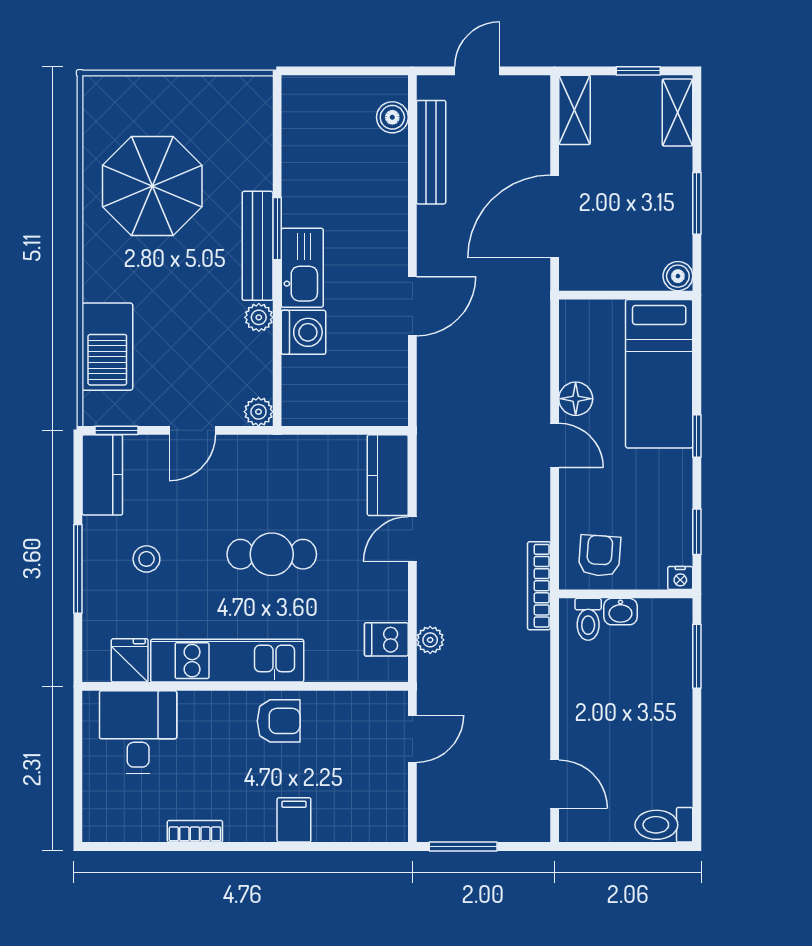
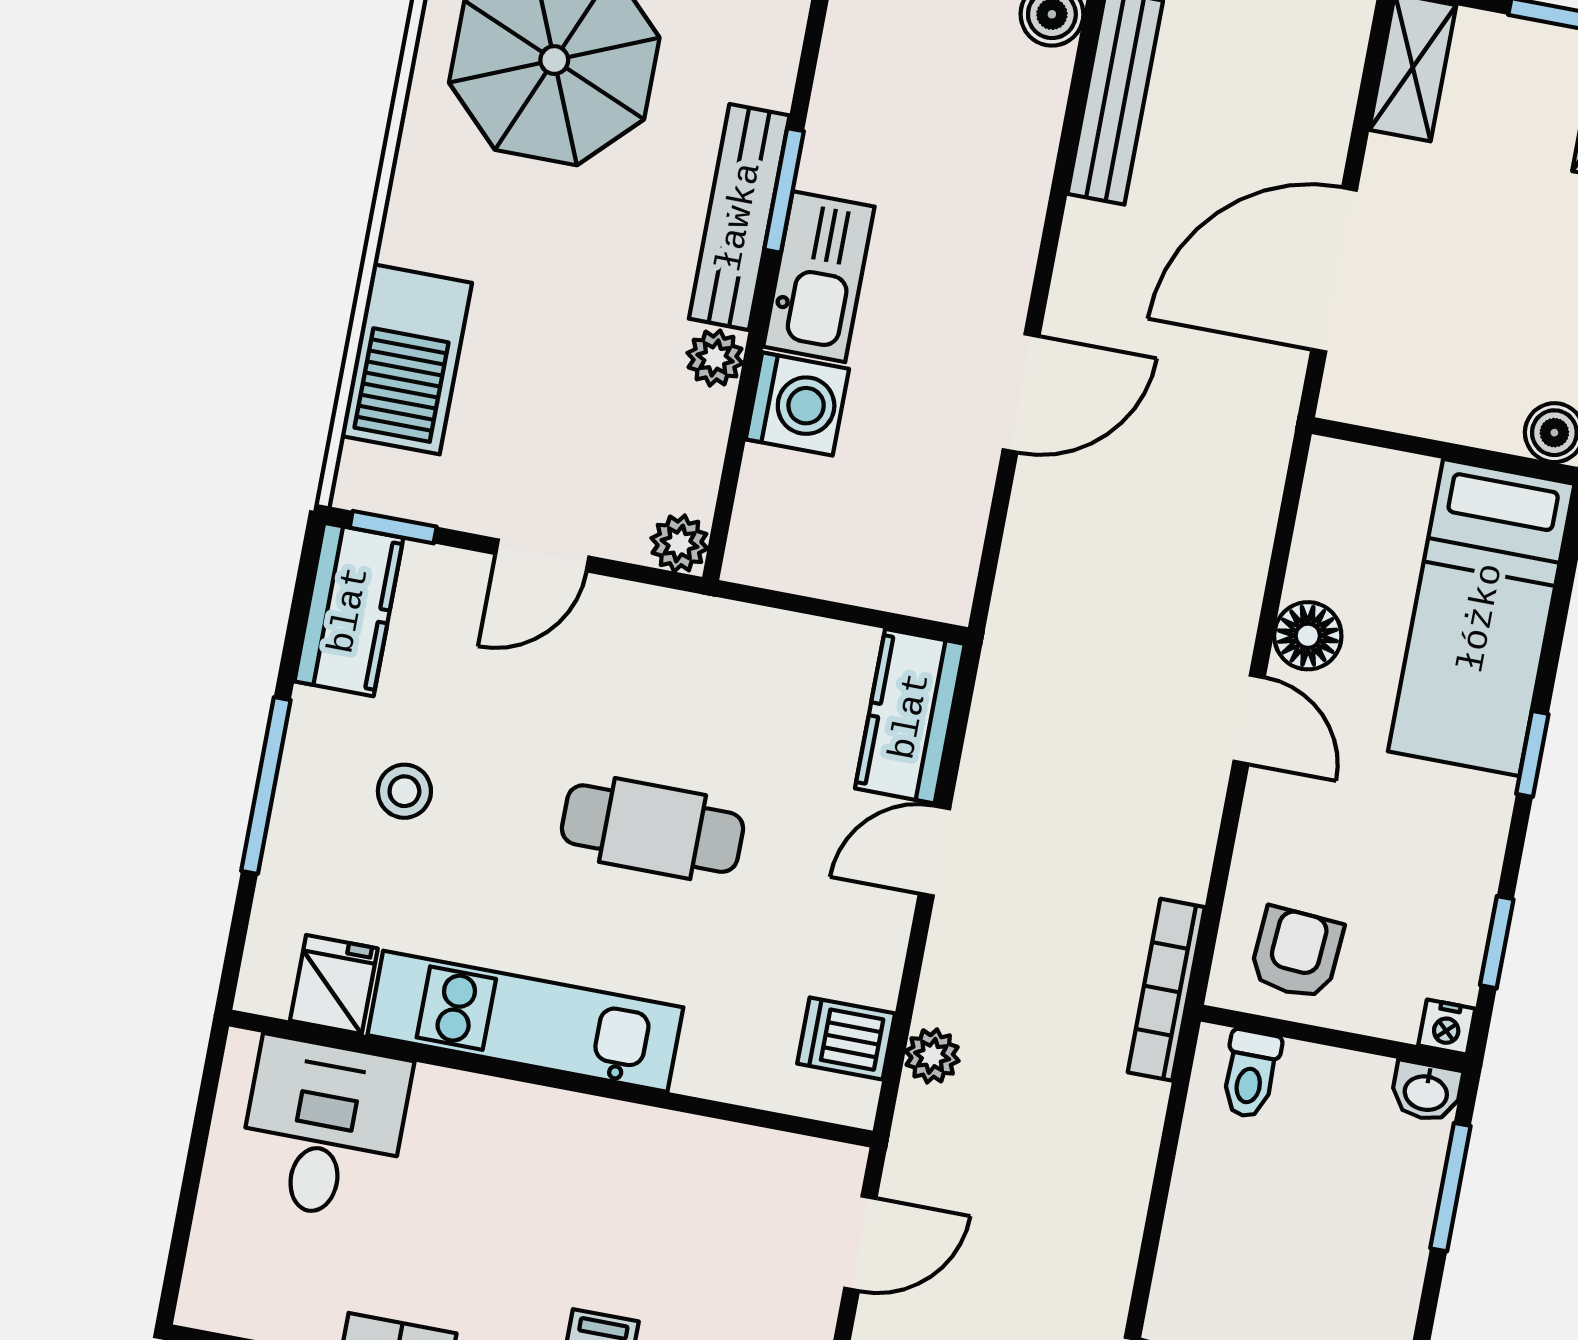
washbasin: (620, 612) -> (1426, 1092), moved
armchair: (279, 721) -> (604, 1159), removed

